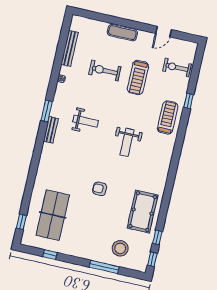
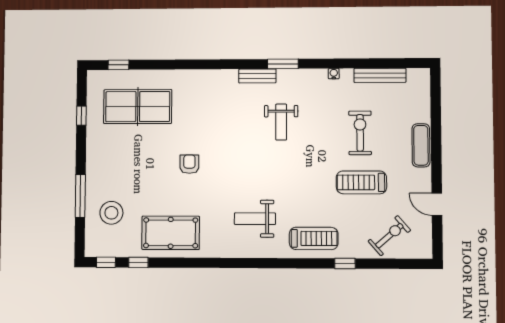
exercise bike: (177, 67) -> (389, 236), turned 49
weight bench: (127, 142) -> (255, 219), moved

